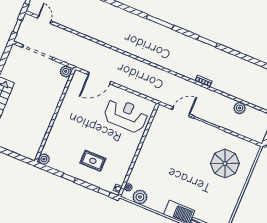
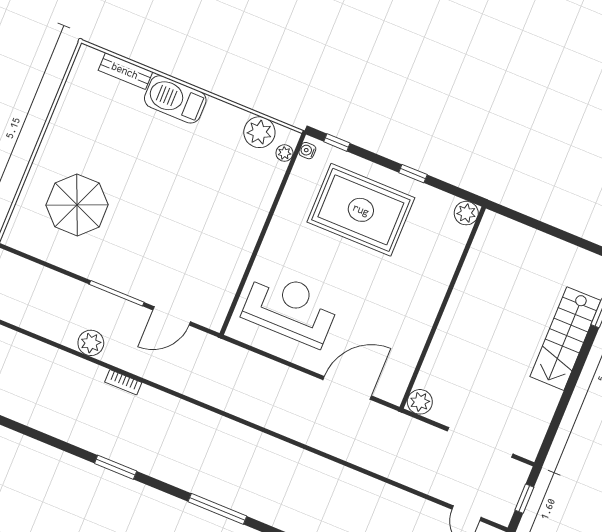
plant: (240, 108) -> (91, 343), moved
reception desk: (126, 115) -> (290, 308), turned 180
rug: (93, 161) -> (361, 210), width x1.86, depth x2.06

